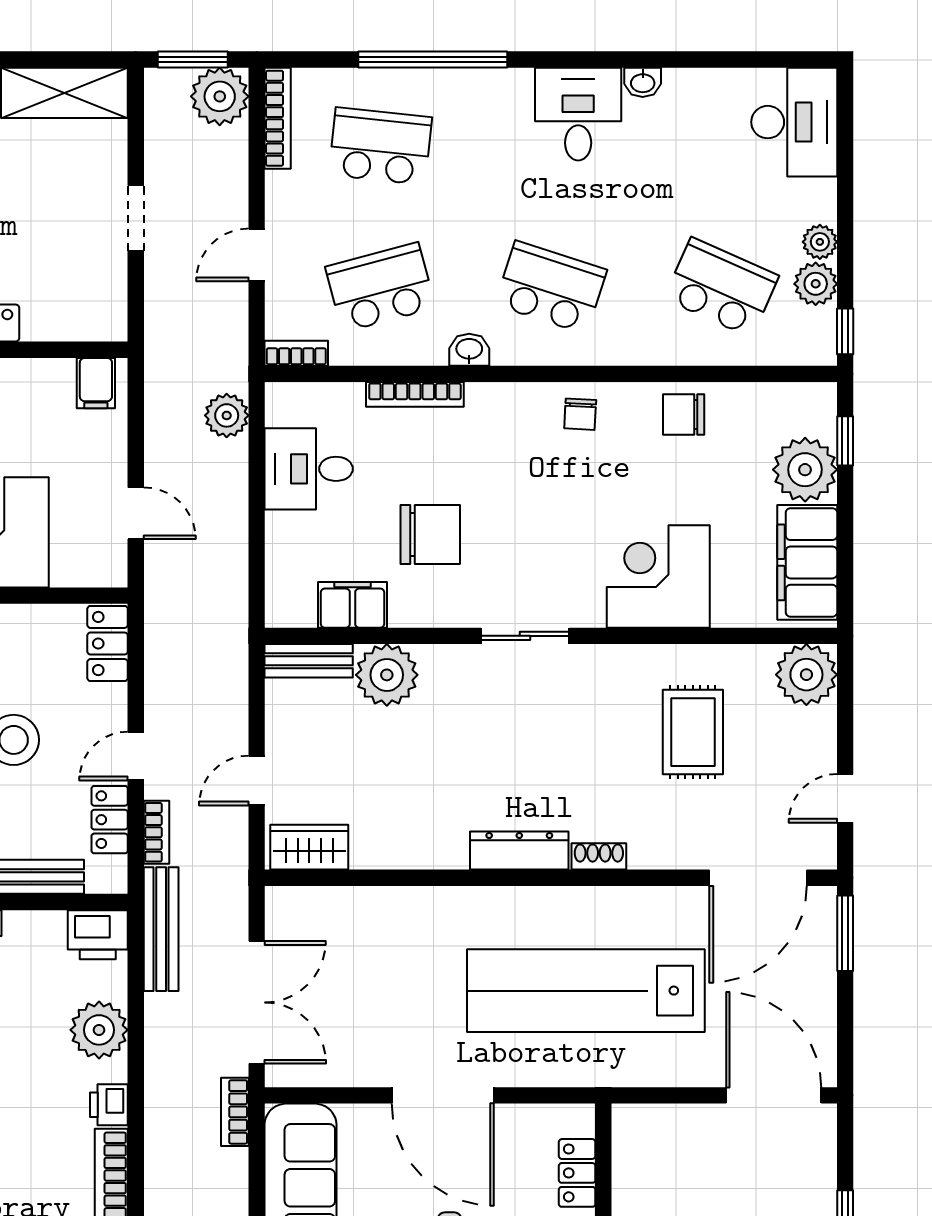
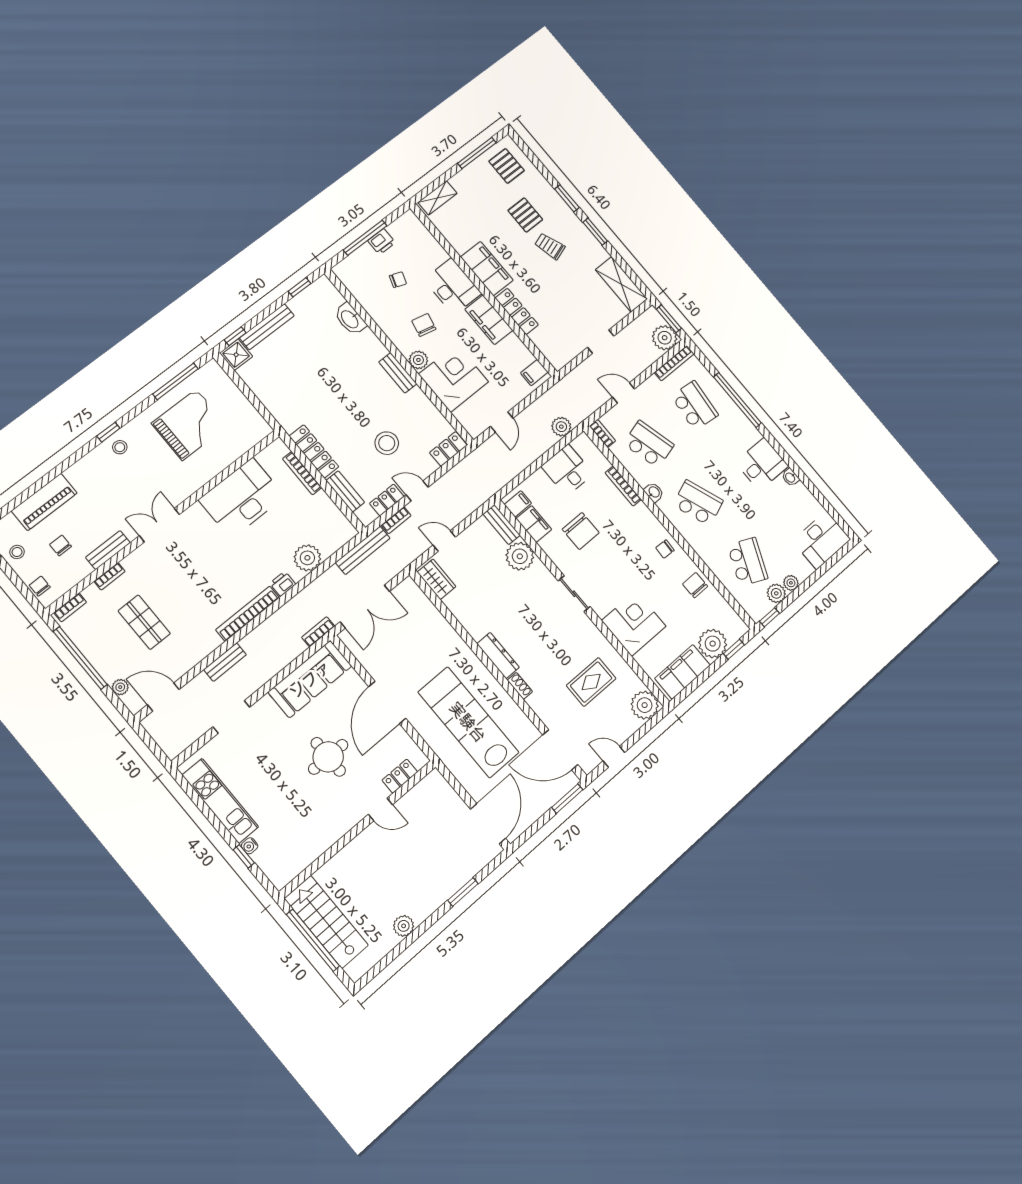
school desk: (551, 287) -> (698, 503), turned -39
filing cabinet: (296, 603) -> (518, 504), added
printer: (98, 935) -> (342, 529), removed

